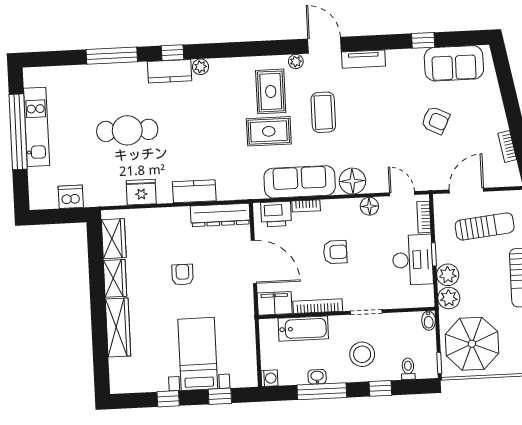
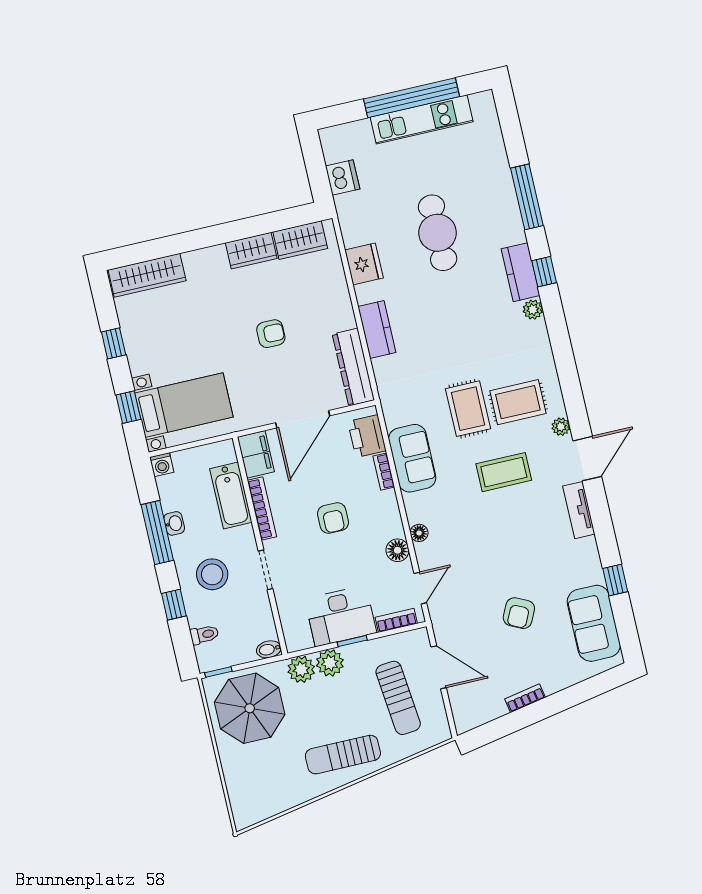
bookcase: (507, 146) -> (525, 698), moved
floor lamp: (352, 181) -> (419, 533), width x0.53, depth x0.53
sofa: (300, 182) -> (412, 458), width x0.73
wardrobe: (118, 327) -> (147, 275), moved
bed with nightstands: (198, 354) -> (184, 405), moved

